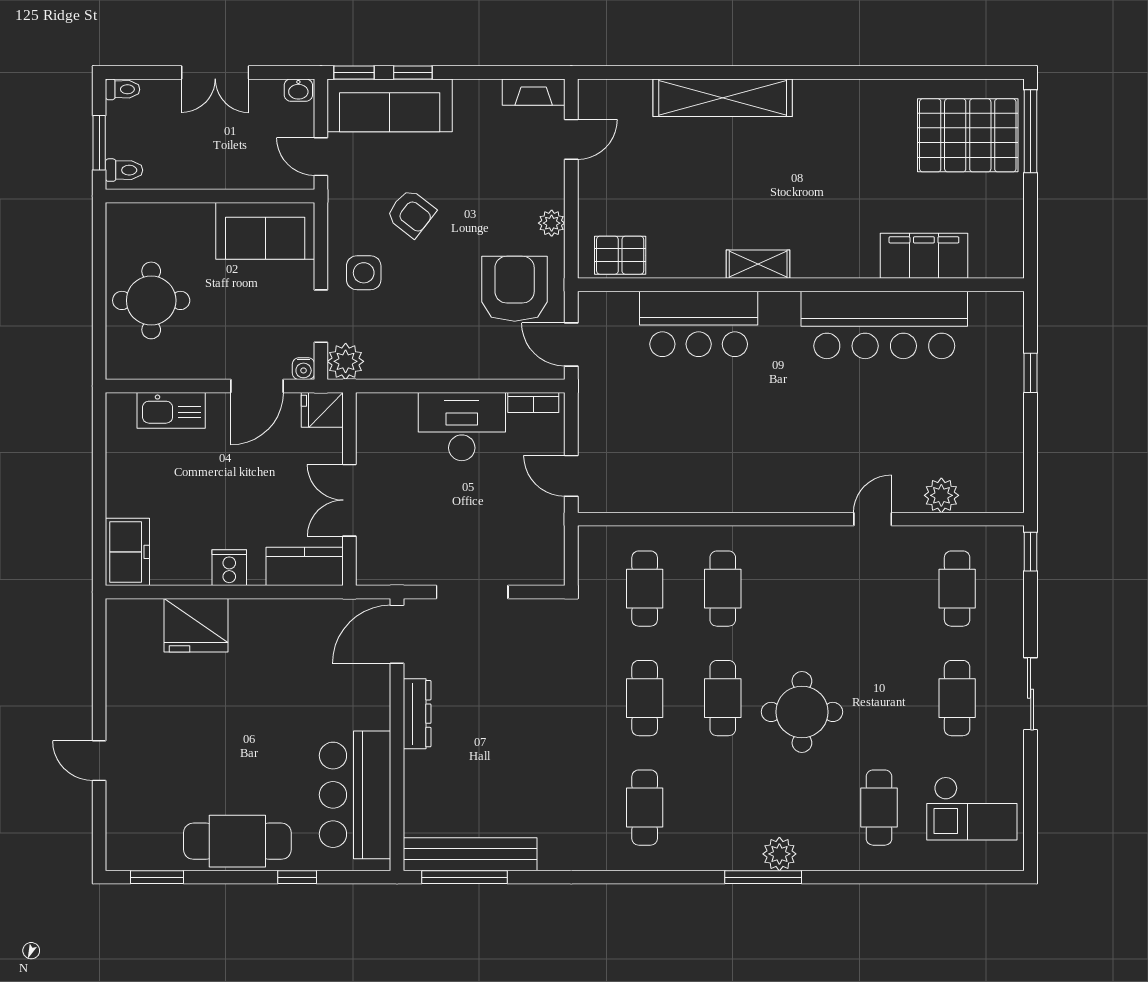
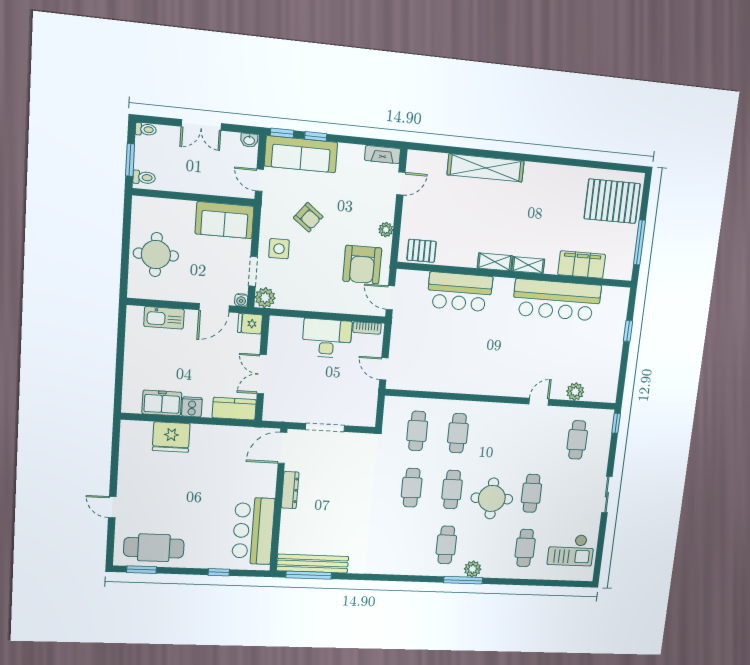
window: (1031, 131) -> (639, 242), moved
shelving: (822, 265) -> (528, 265), added
armchair: (515, 289) -> (362, 265), turned 180
freezer: (127, 552) -> (162, 403), moved, turned -90
cafe table: (957, 698) -> (531, 493), moved
cafe table: (645, 808) -> (446, 545), moved
cafe table: (237, 841) -> (154, 548), moved

